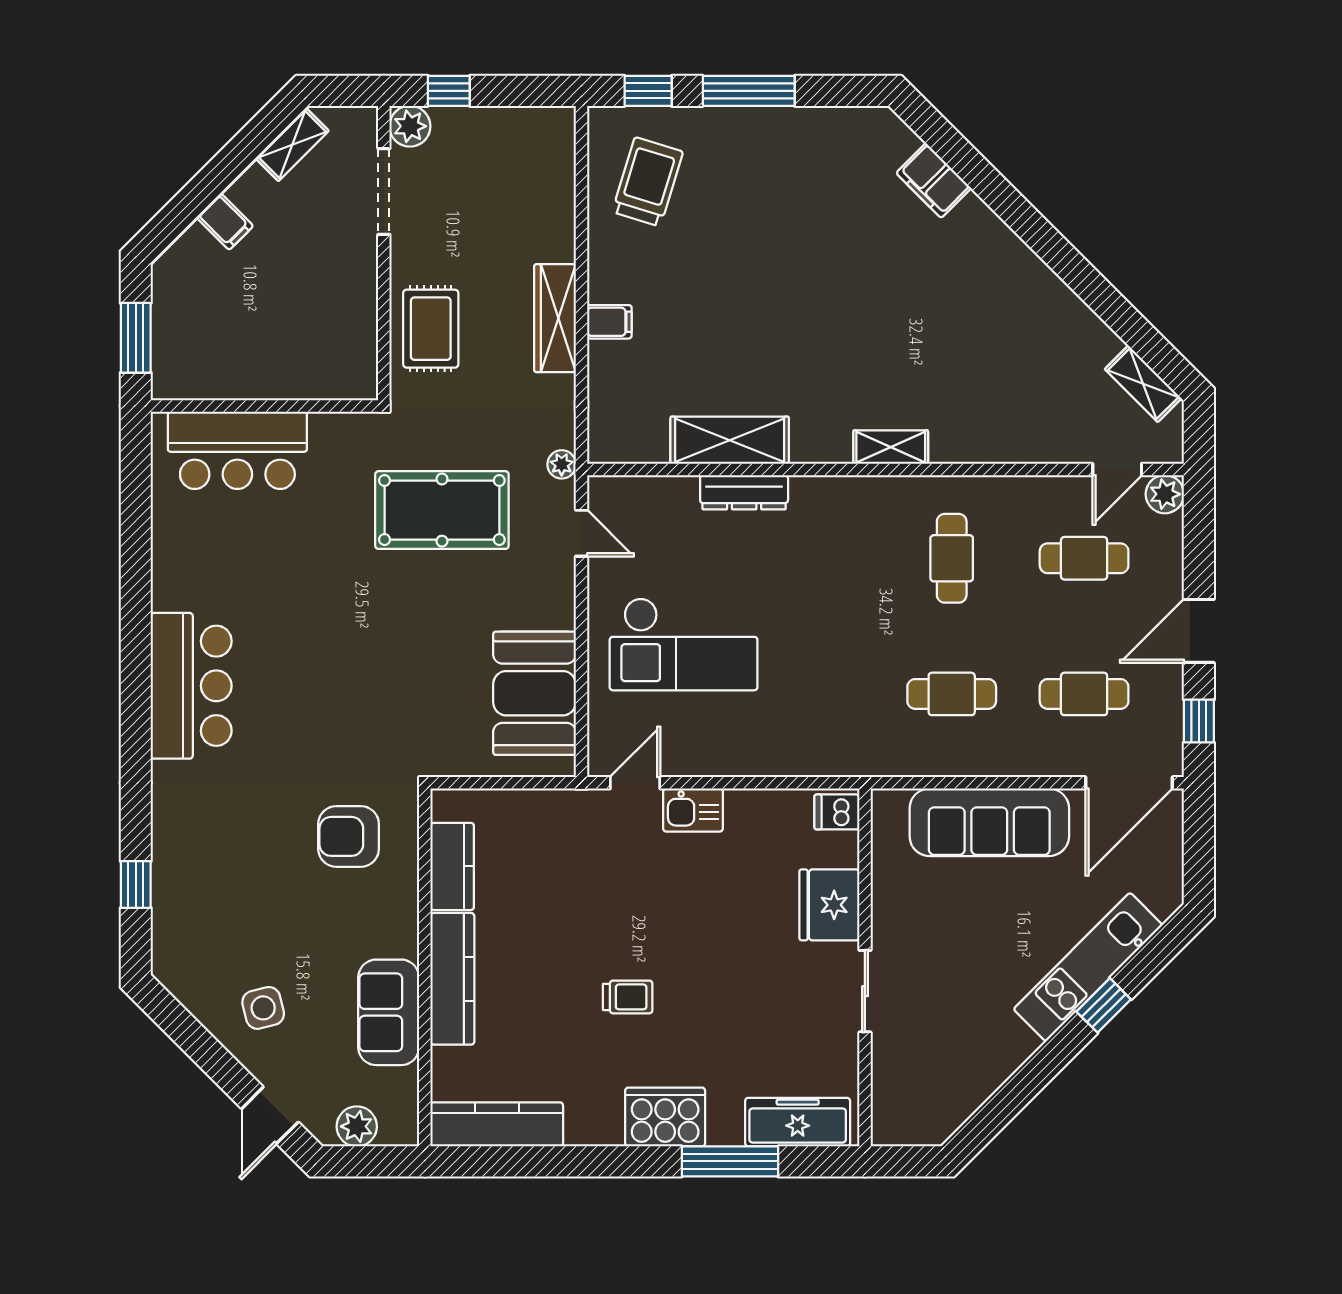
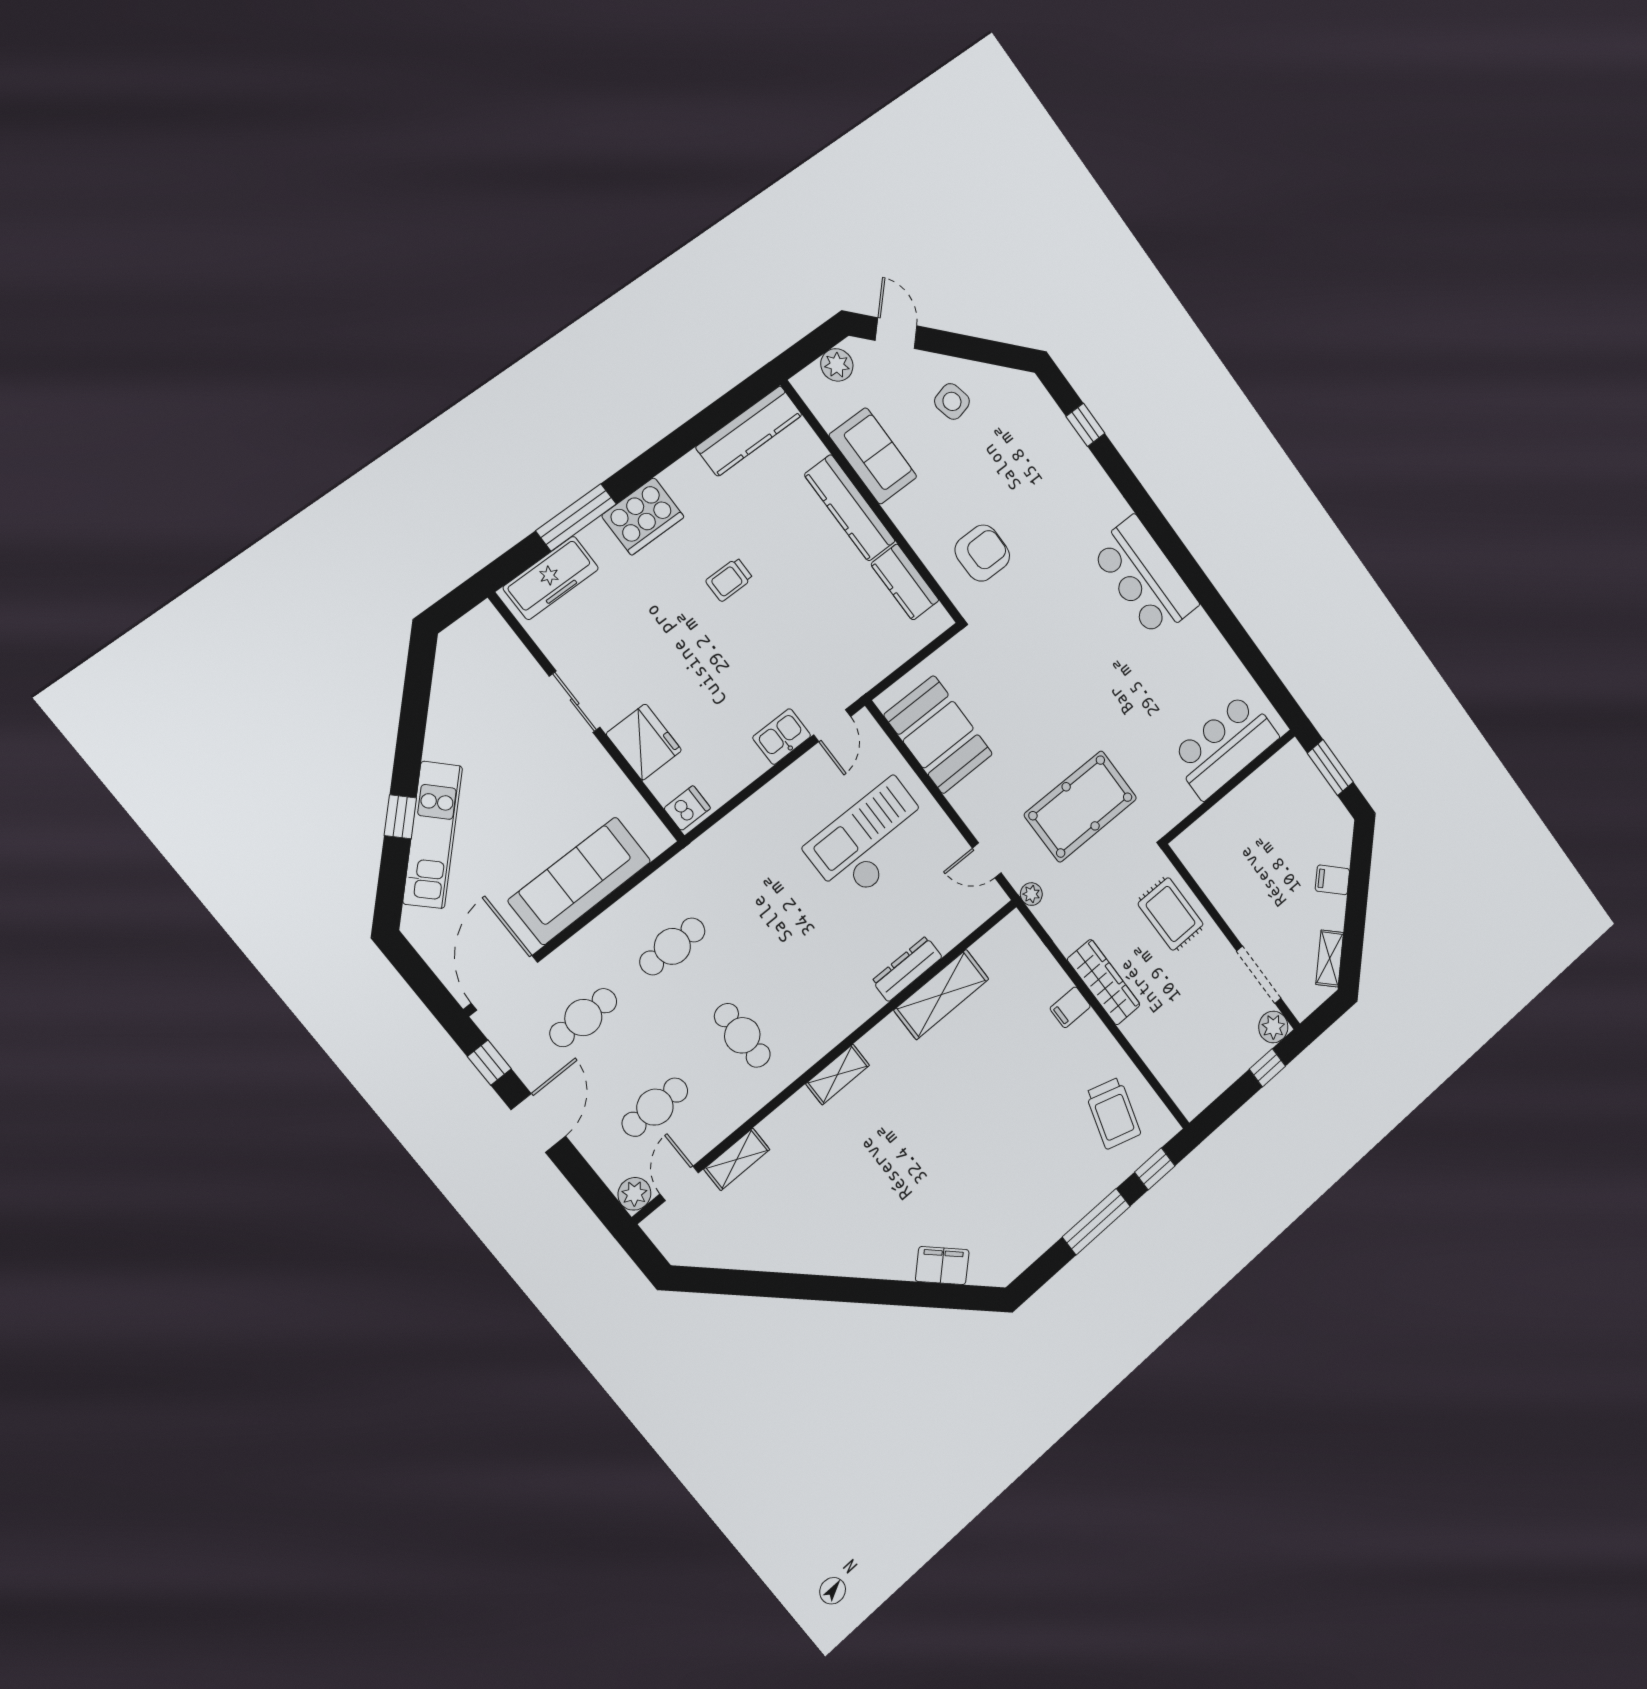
shelving: (1143, 384) -> (737, 1159), moved, turned -45

